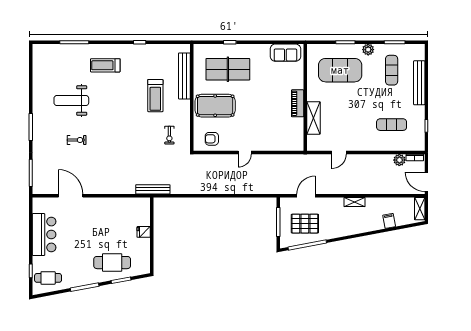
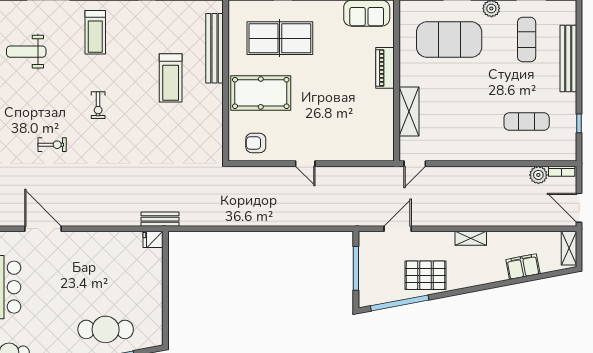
treadmill: (105, 65) -> (95, 32), turned -90
weight bench: (71, 101) -> (26, 52), moved, width x0.73, depth x0.75
piano: (298, 103) -> (385, 68), moved
exercise bike: (169, 135) -> (98, 105), moved
door: (245, 152) -> (305, 164), hinge flipped
door: (339, 152) -> (415, 164), moved
bench: (153, 189) -> (160, 219), width x0.73
filing cabinet: (389, 221) -> (523, 267), width x2.00
pallet: (305, 224) -> (426, 275), moved
fridge: (144, 232) -> (153, 239), moved

